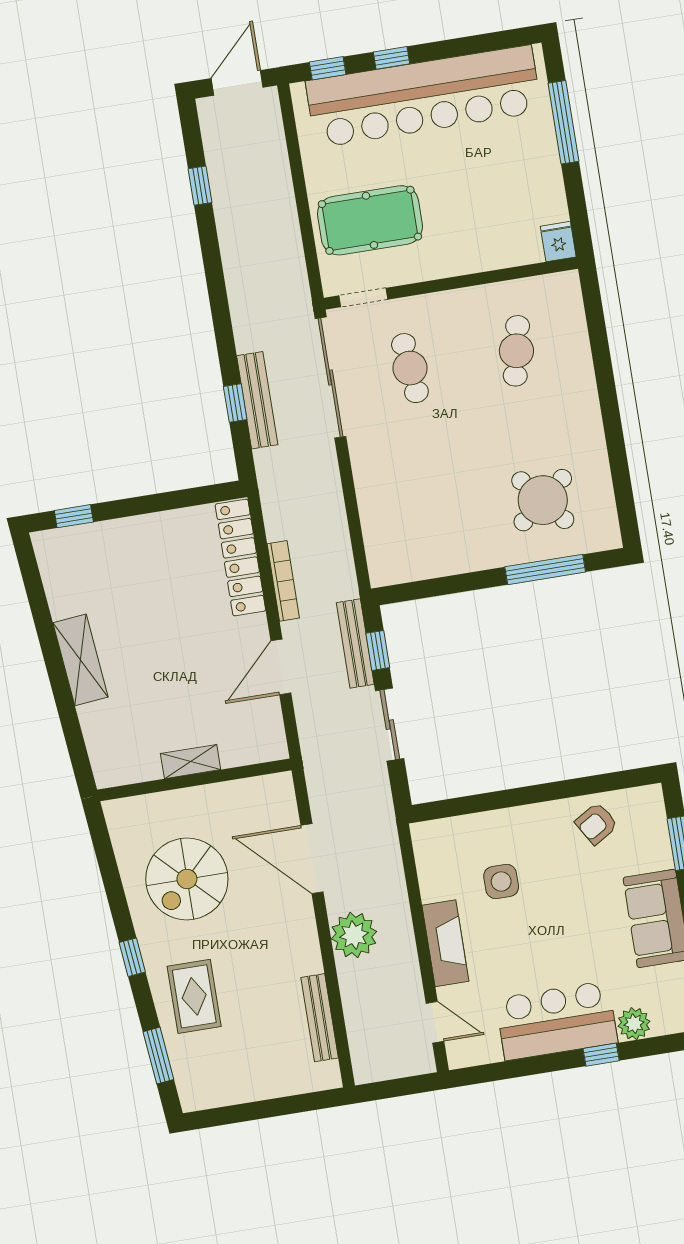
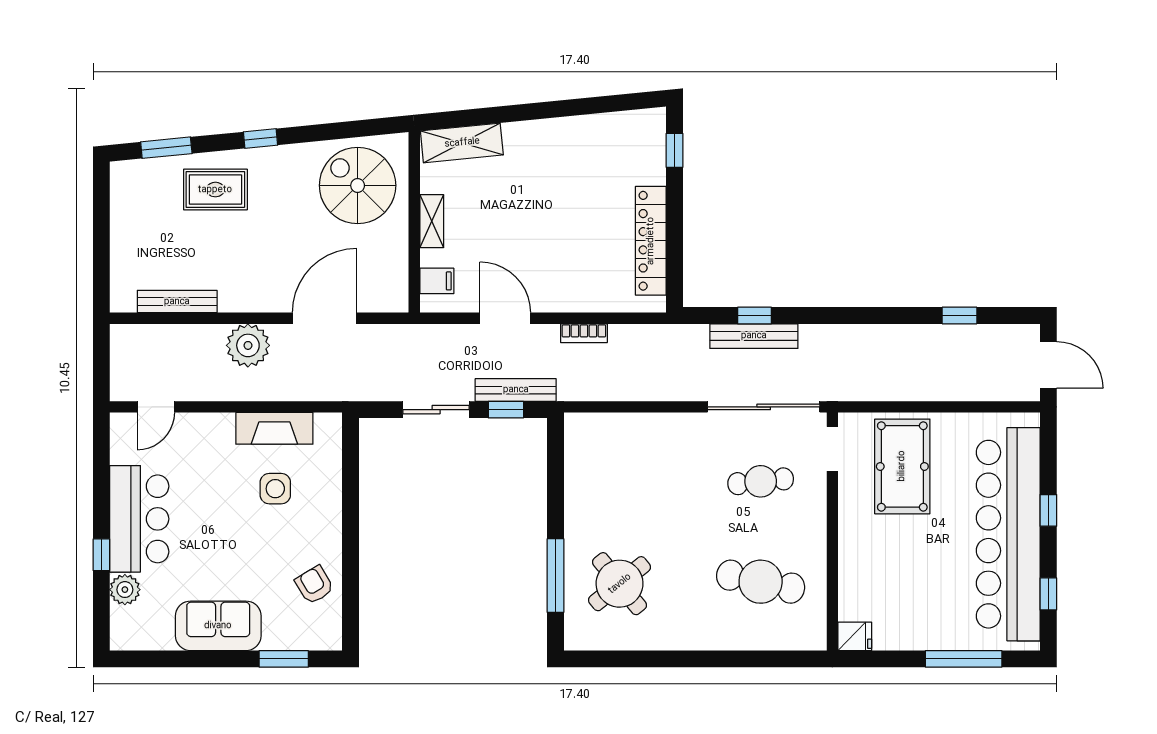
window: (328, 68) -> (1048, 594), moved
cafe table: (516, 351) -> (761, 582), width x1.37, depth x1.35
locker: (240, 557) -> (651, 241), moved, turned -90
bookcase: (283, 581) -> (584, 333), width x0.64
shelving: (80, 660) -> (462, 143), moved
filing cabinet: (253, 746) -> (437, 281), added
spiral stairs: (187, 879) -> (358, 185), moved
fireplace: (445, 943) -> (274, 428), moved

